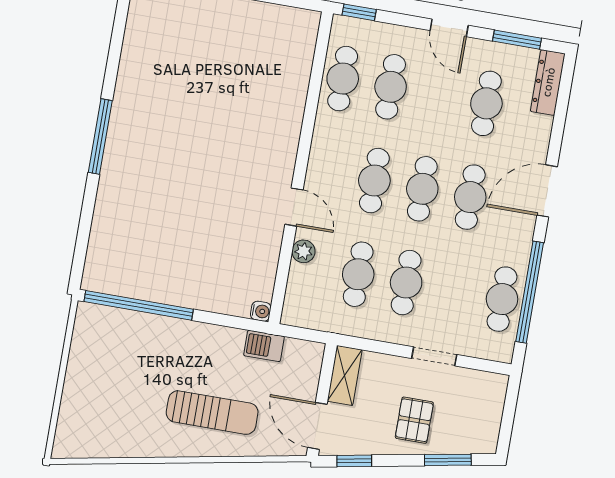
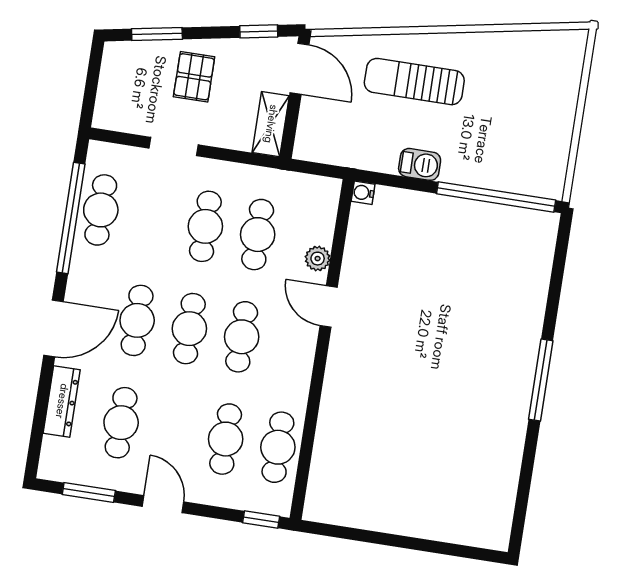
dresser: (548, 82) -> (62, 401), moved
barbecue: (264, 346) -> (420, 164), moved

